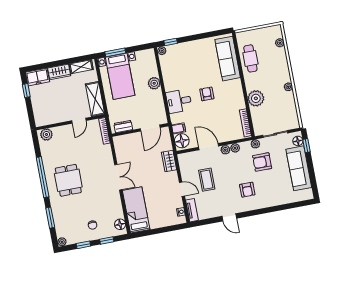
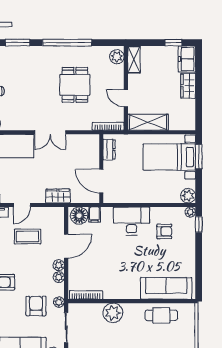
shelving: (81, 67) -> (134, 59), moved
plant: (154, 83) -> (188, 196), moved
armchair: (207, 94) -> (164, 231), moved
desk: (179, 101) -> (132, 221), width x1.37
dining table: (68, 180) -> (75, 85), moved, turned 90

